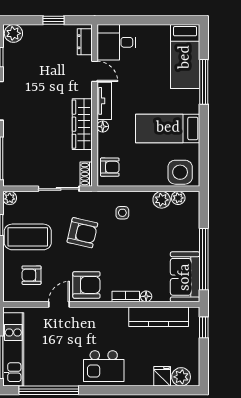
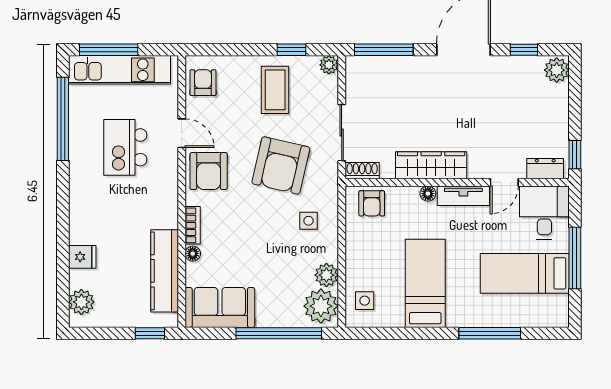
window: (53, 20) -> (575, 155), moved
window: (149, 20) -> (575, 258), added
bed: (185, 57) -> (525, 273), moved
side table: (180, 172) -> (365, 301), width x0.54, depth x0.54
plant: (178, 198) -> (321, 306), width x1.88, depth x1.88
armchair: (82, 233) -> (281, 165), width x1.36, depth x1.36
coffee table: (28, 237) -> (275, 90), width x0.73, depth x0.76
window: (204, 259) -> (279, 333), moved
armchair: (32, 275) -> (203, 83), moved
kitchen island: (104, 366) -> (125, 147), moved
fridge: (162, 376) -> (82, 257), moved

